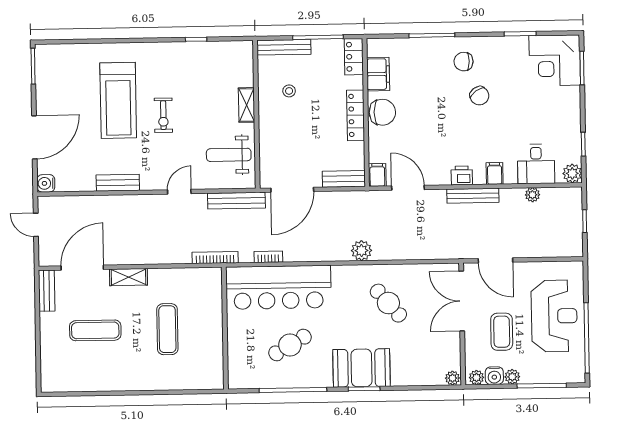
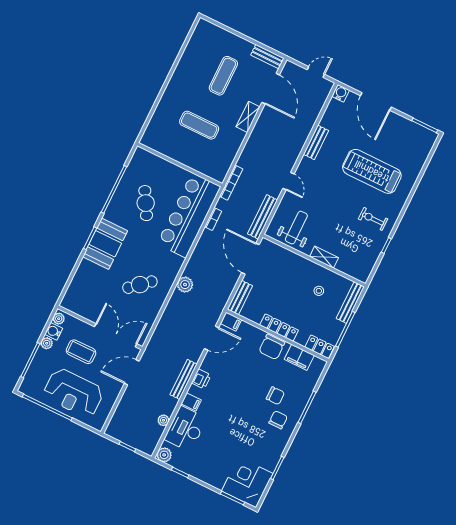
chair: (479, 96) -> (275, 396), moved, turned -145
exercise bike: (163, 115) -> (373, 219), moved
desk: (536, 164) -> (185, 429), width x1.37
plant: (452, 378) -> (67, 302), removed

